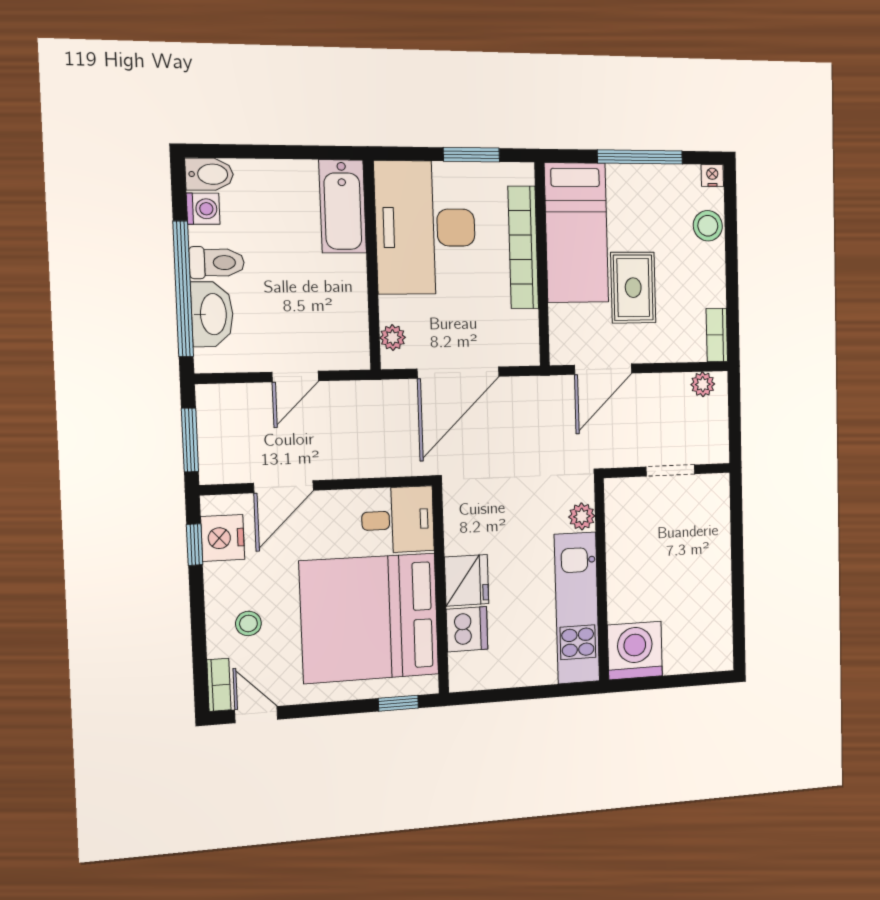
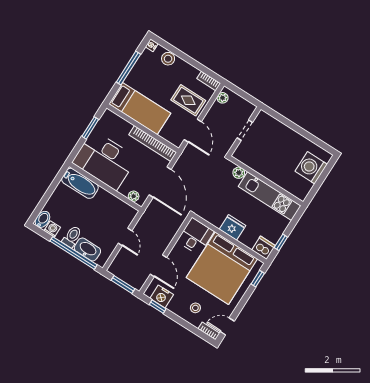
bookcase: (523, 247) -> (153, 144), moved
rug: (633, 288) -> (188, 100), moved
dishwasher: (467, 629) -> (264, 248), moved
washing machine: (635, 651) -> (311, 168), moved
window: (502, 695) -> (281, 242), added

